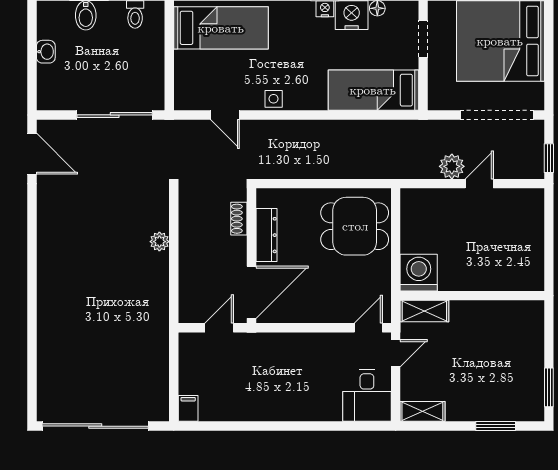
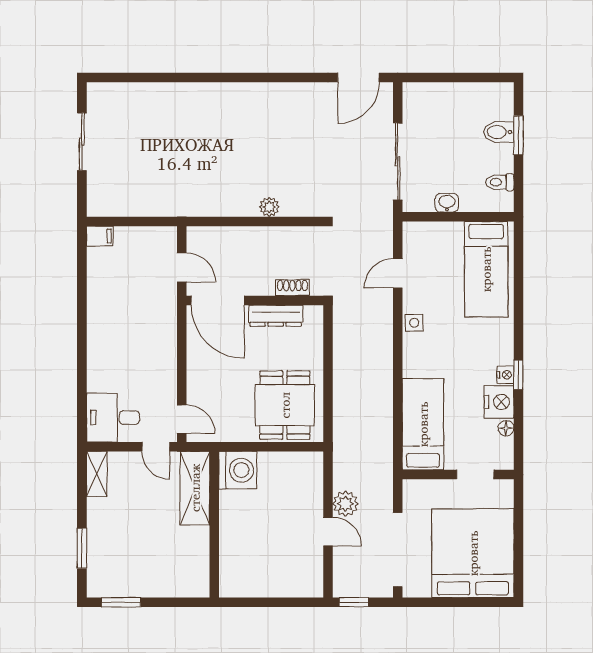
washbasin: (46, 52) -> (447, 203), moved, turned 180
shelving: (424, 311) -> (195, 488), width x1.50, depth x1.33
sliding door: (95, 426) -> (82, 142), width x0.54

